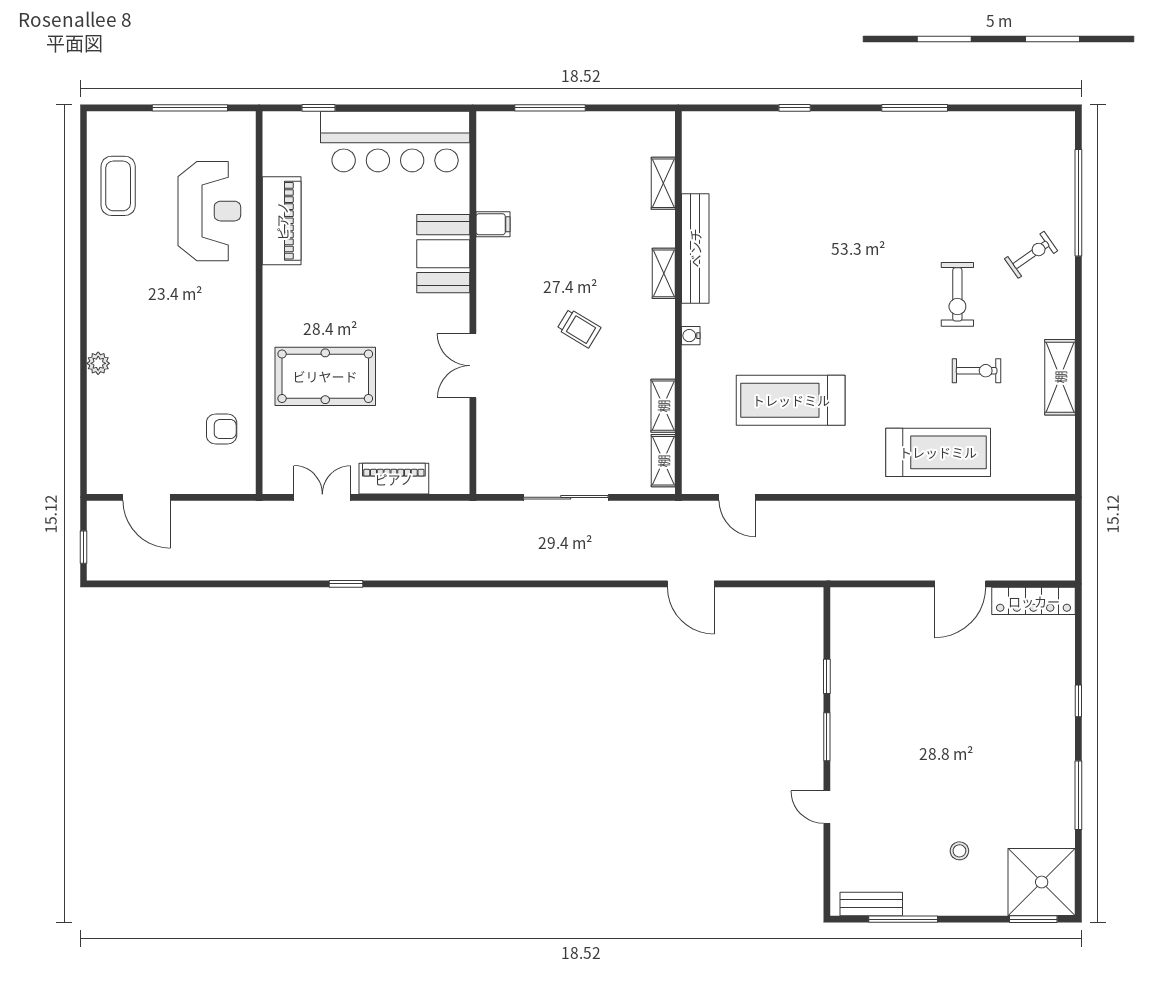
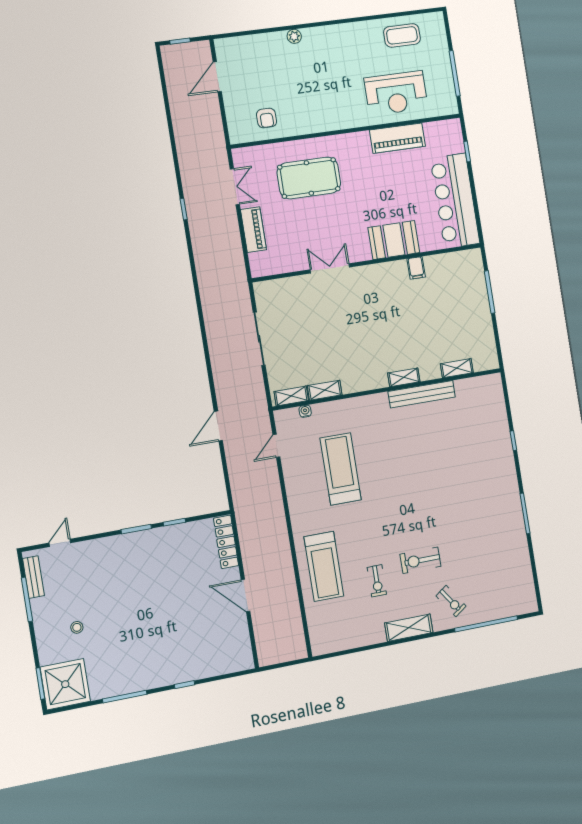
trolley: (579, 328) -> (363, 330), removed
water cooler: (691, 336) -> (305, 411), moved
pool table: (325, 376) -> (309, 178), turned 90
shelving: (1060, 377) -> (409, 628), moved
locker: (1034, 601) -> (226, 542), moved
door: (827, 807) -> (60, 543), moved

